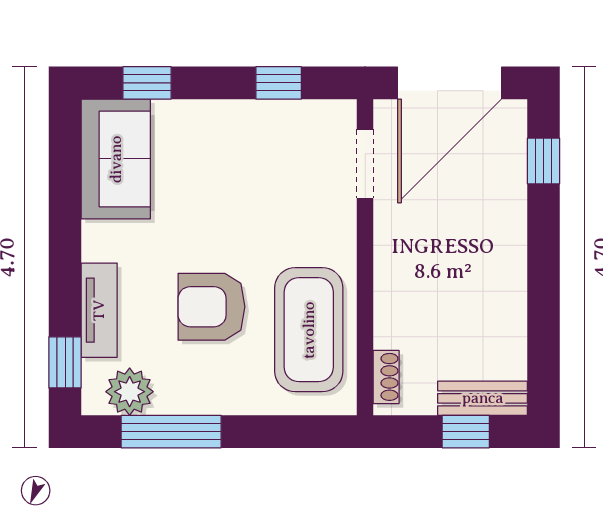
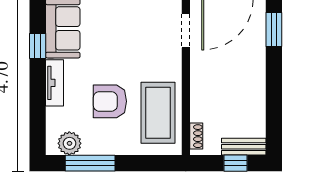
window: (544, 161) -> (274, 29), width x1.50
tv unit: (99, 310) -> (55, 83), moved
window: (65, 362) -> (38, 46), moved

